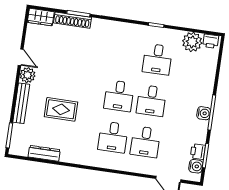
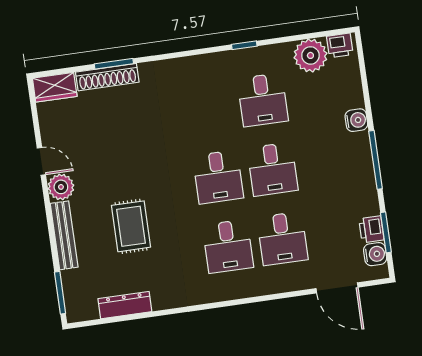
rug: (61, 109) -> (131, 226), turned 90
water cooler: (204, 113) -> (356, 120), moved

